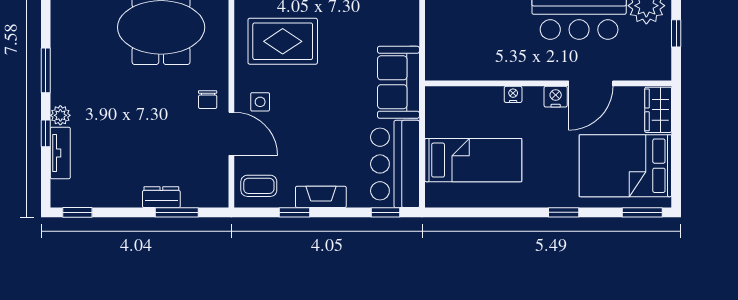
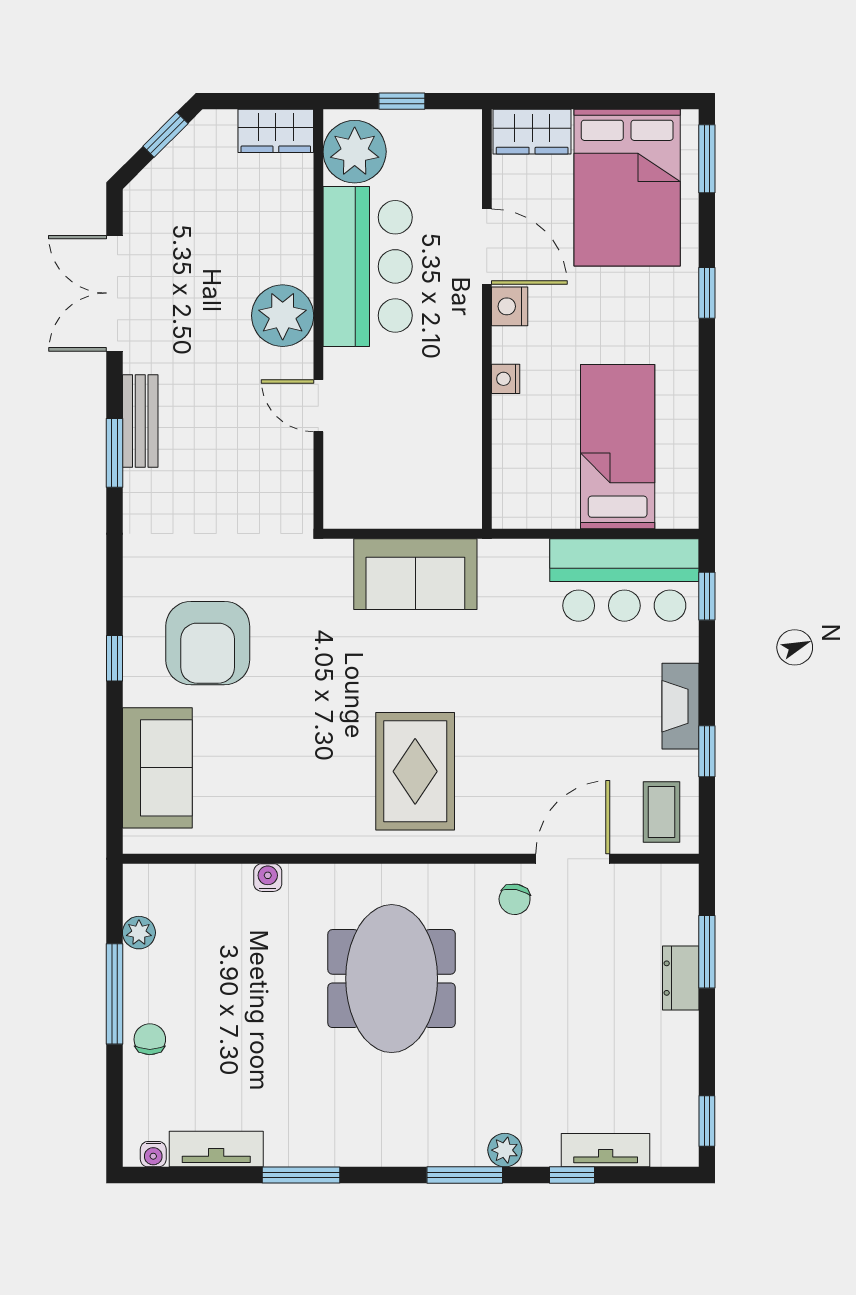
sofa: (398, 82) -> (415, 574), moved
chair: (208, 100) -> (515, 899), turned 100
side table: (260, 102) -> (518, 810), removed
plant: (60, 115) -> (505, 1150), moved

